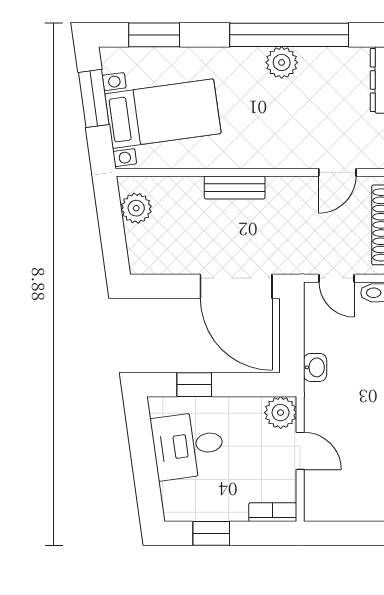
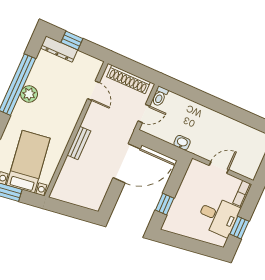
plant: (136, 208) -> (68, 194), removed
plant: (281, 413) -> (196, 169), removed
desk: (188, 445) -> (218, 216), moved, turned -82

